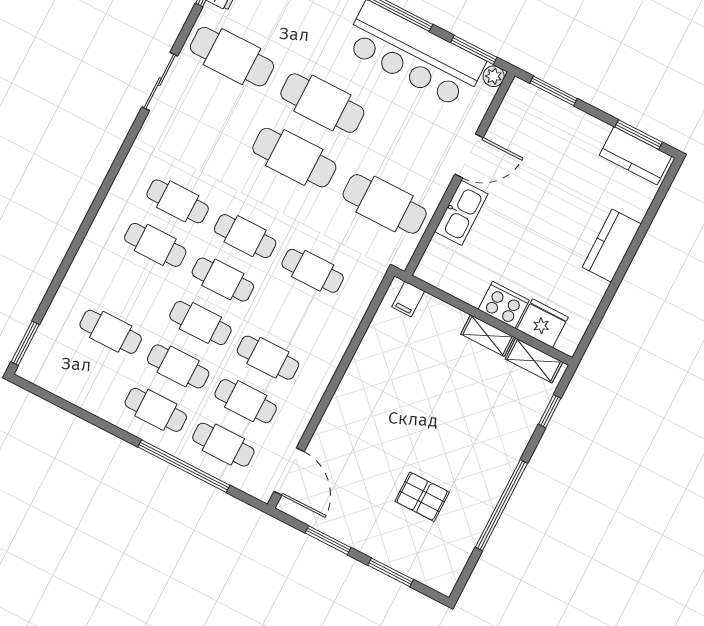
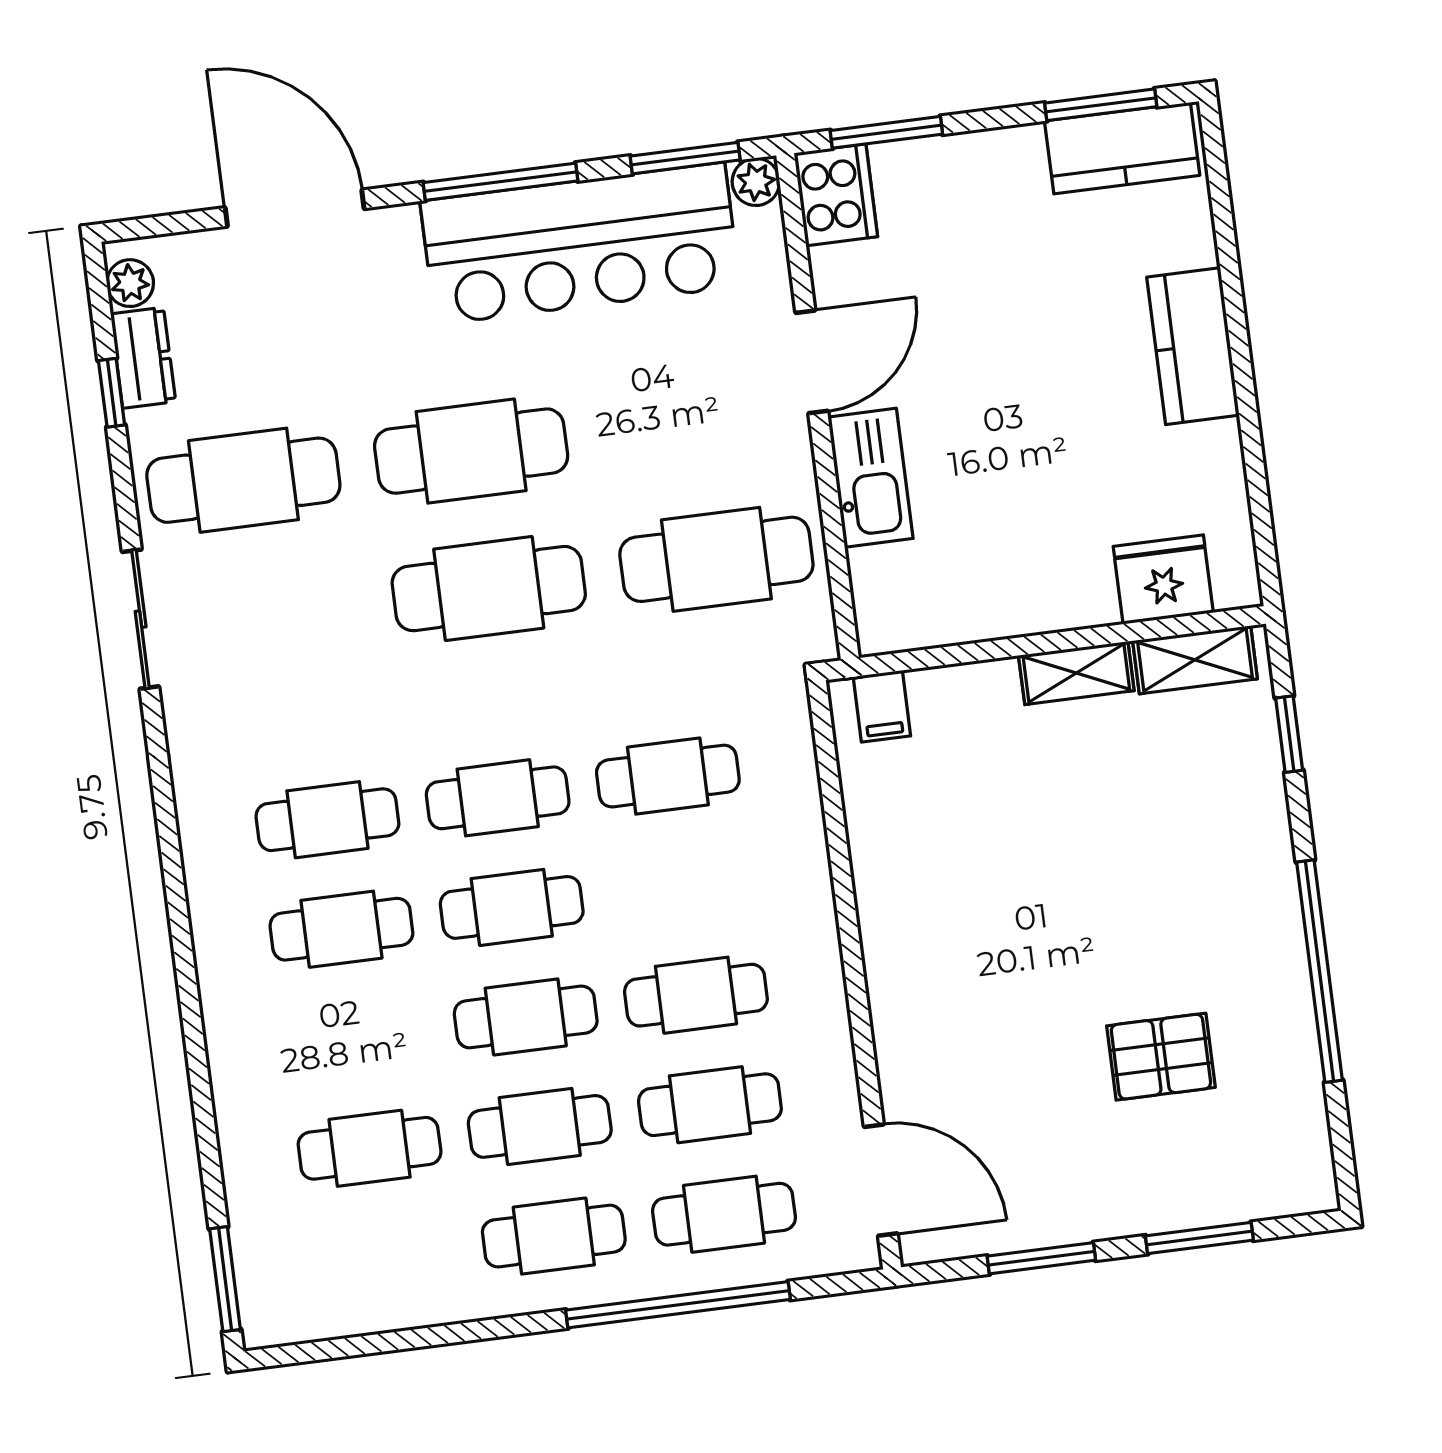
cooker: (504, 305) -> (836, 195), moved, turned 90

